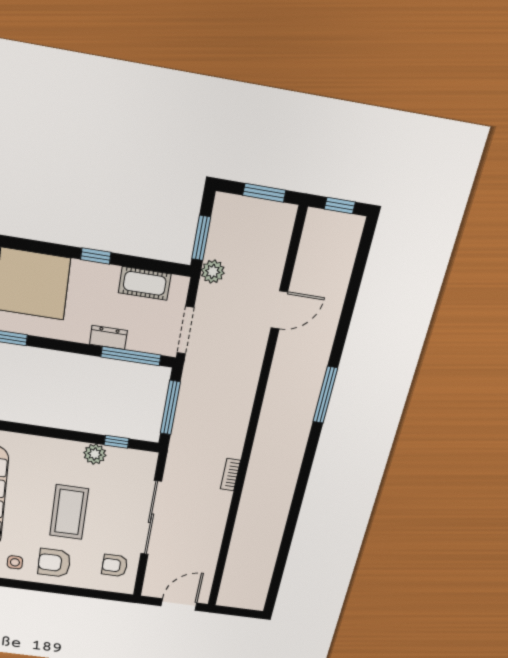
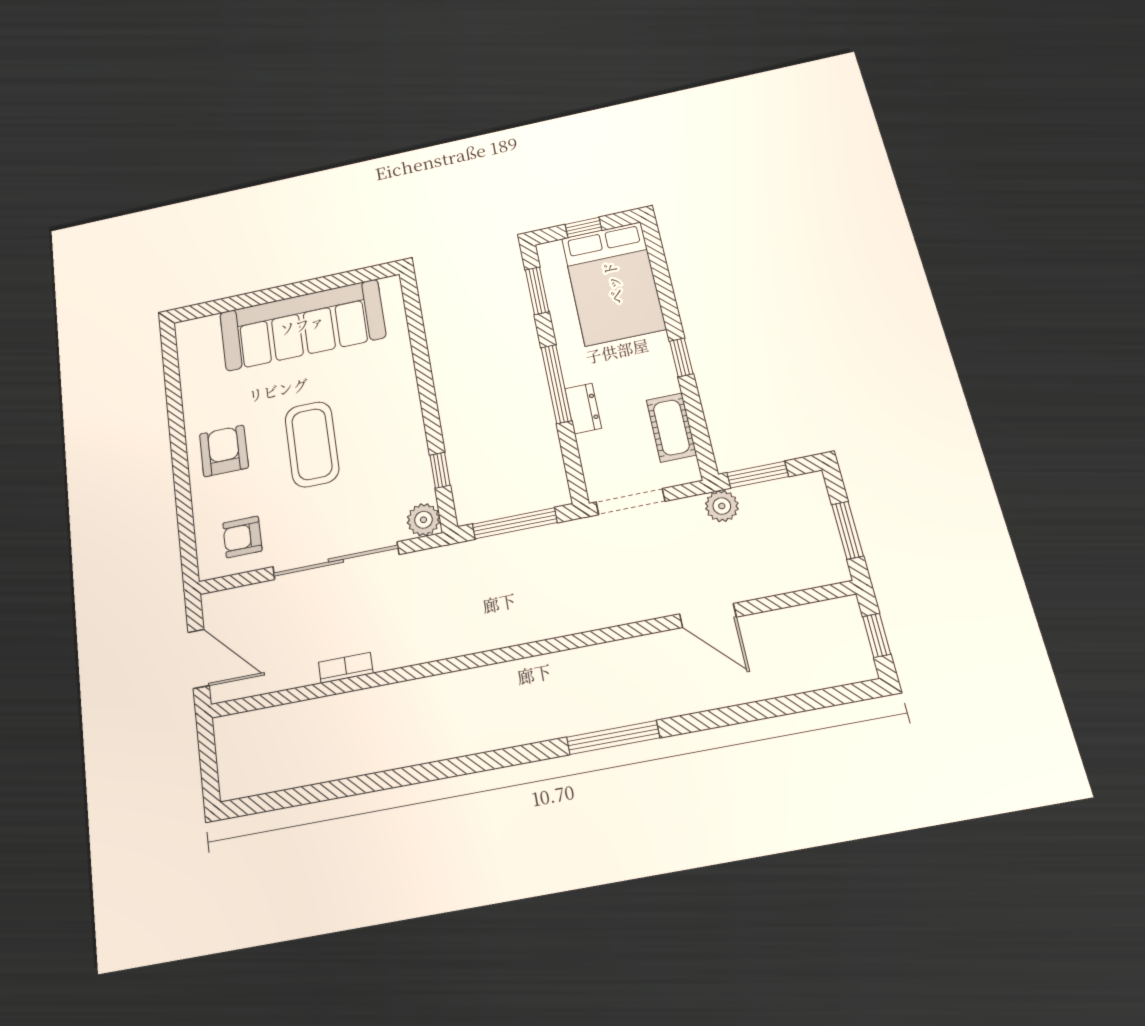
window: (131, 356) -> (556, 384), moved
plant: (95, 454) -> (423, 520), moved
bookcase: (230, 475) -> (346, 668), moved
coffee table: (69, 512) -> (312, 444), turned 90
side table: (15, 562) -> (211, 398), removed
armchair: (115, 565) -> (242, 537), turned -90

